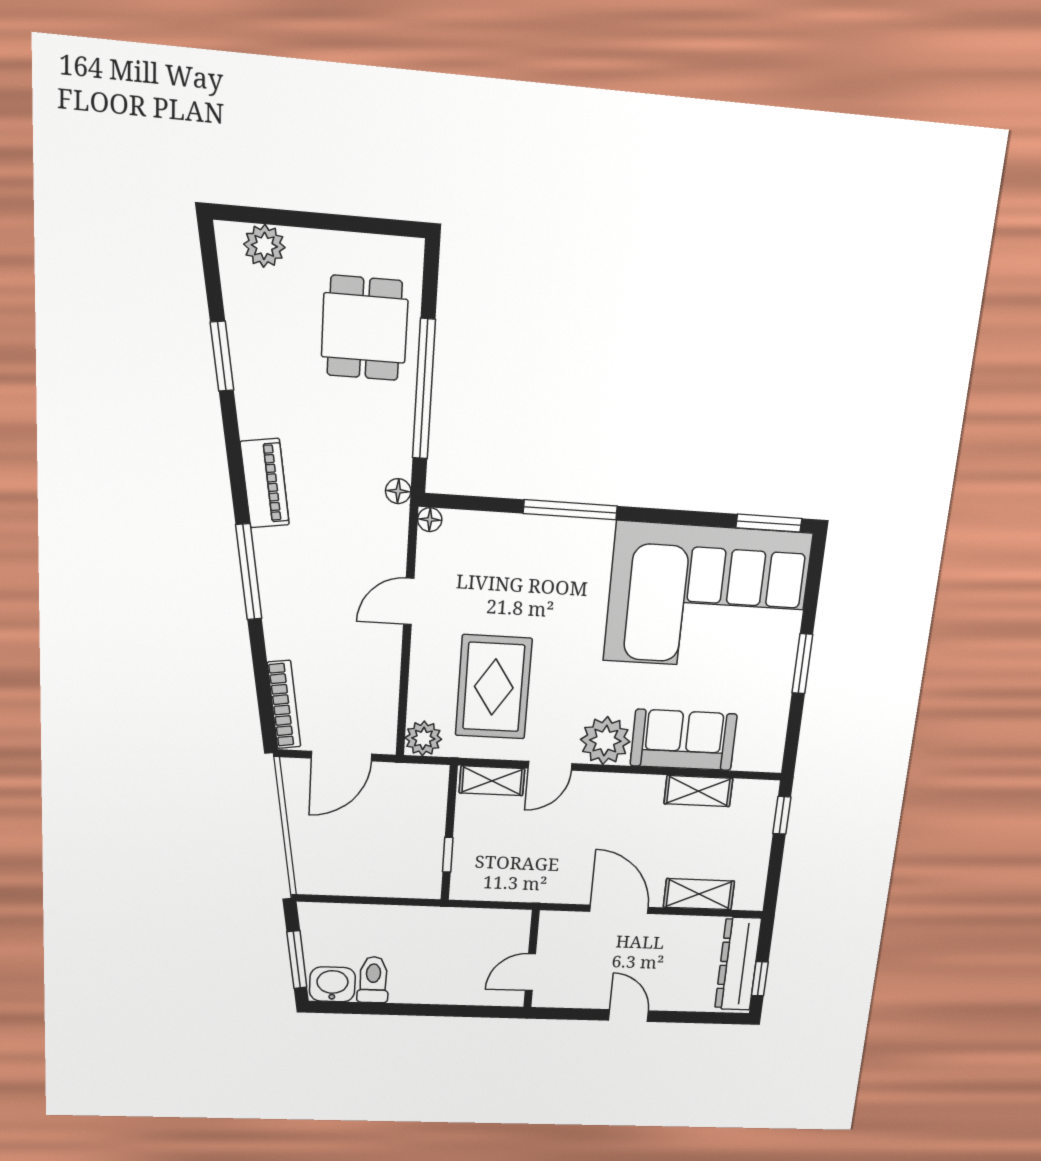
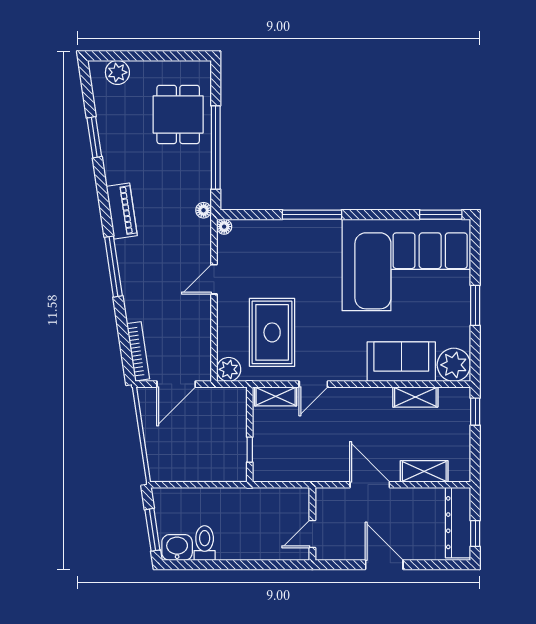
plant: (605, 741) -> (454, 365), moved
door: (628, 1015) -> (384, 565), width x1.38

